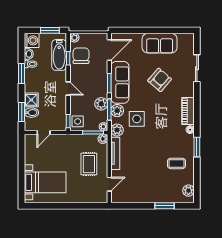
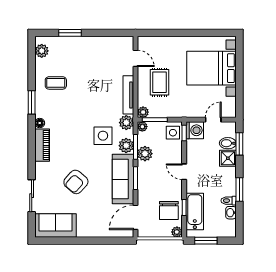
washing machine: (32, 40) -> (195, 130), moved, turned 180
sofa: (160, 43) -> (56, 225), moved
bed with nightstands: (45, 182) -> (211, 68), width x1.36
door: (109, 184) -> (136, 58), swing flipped

